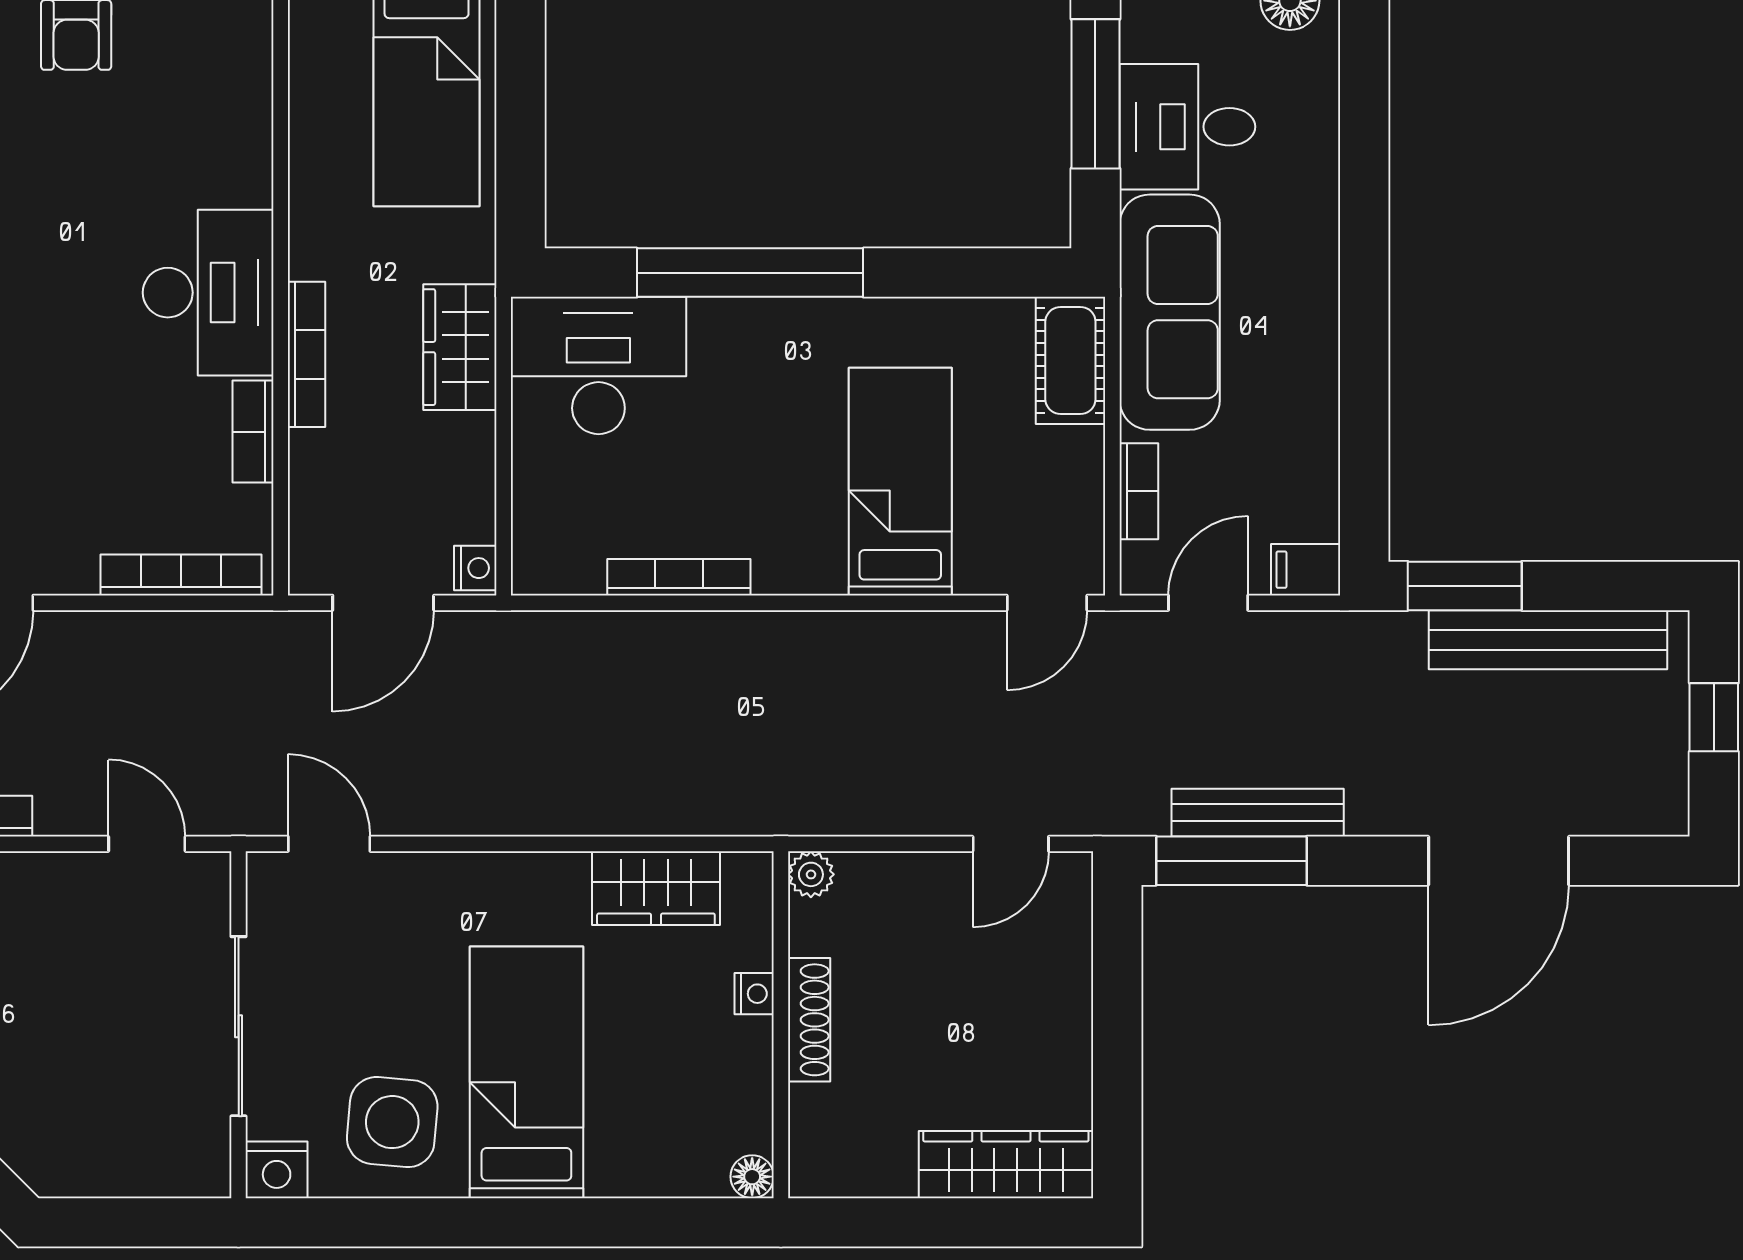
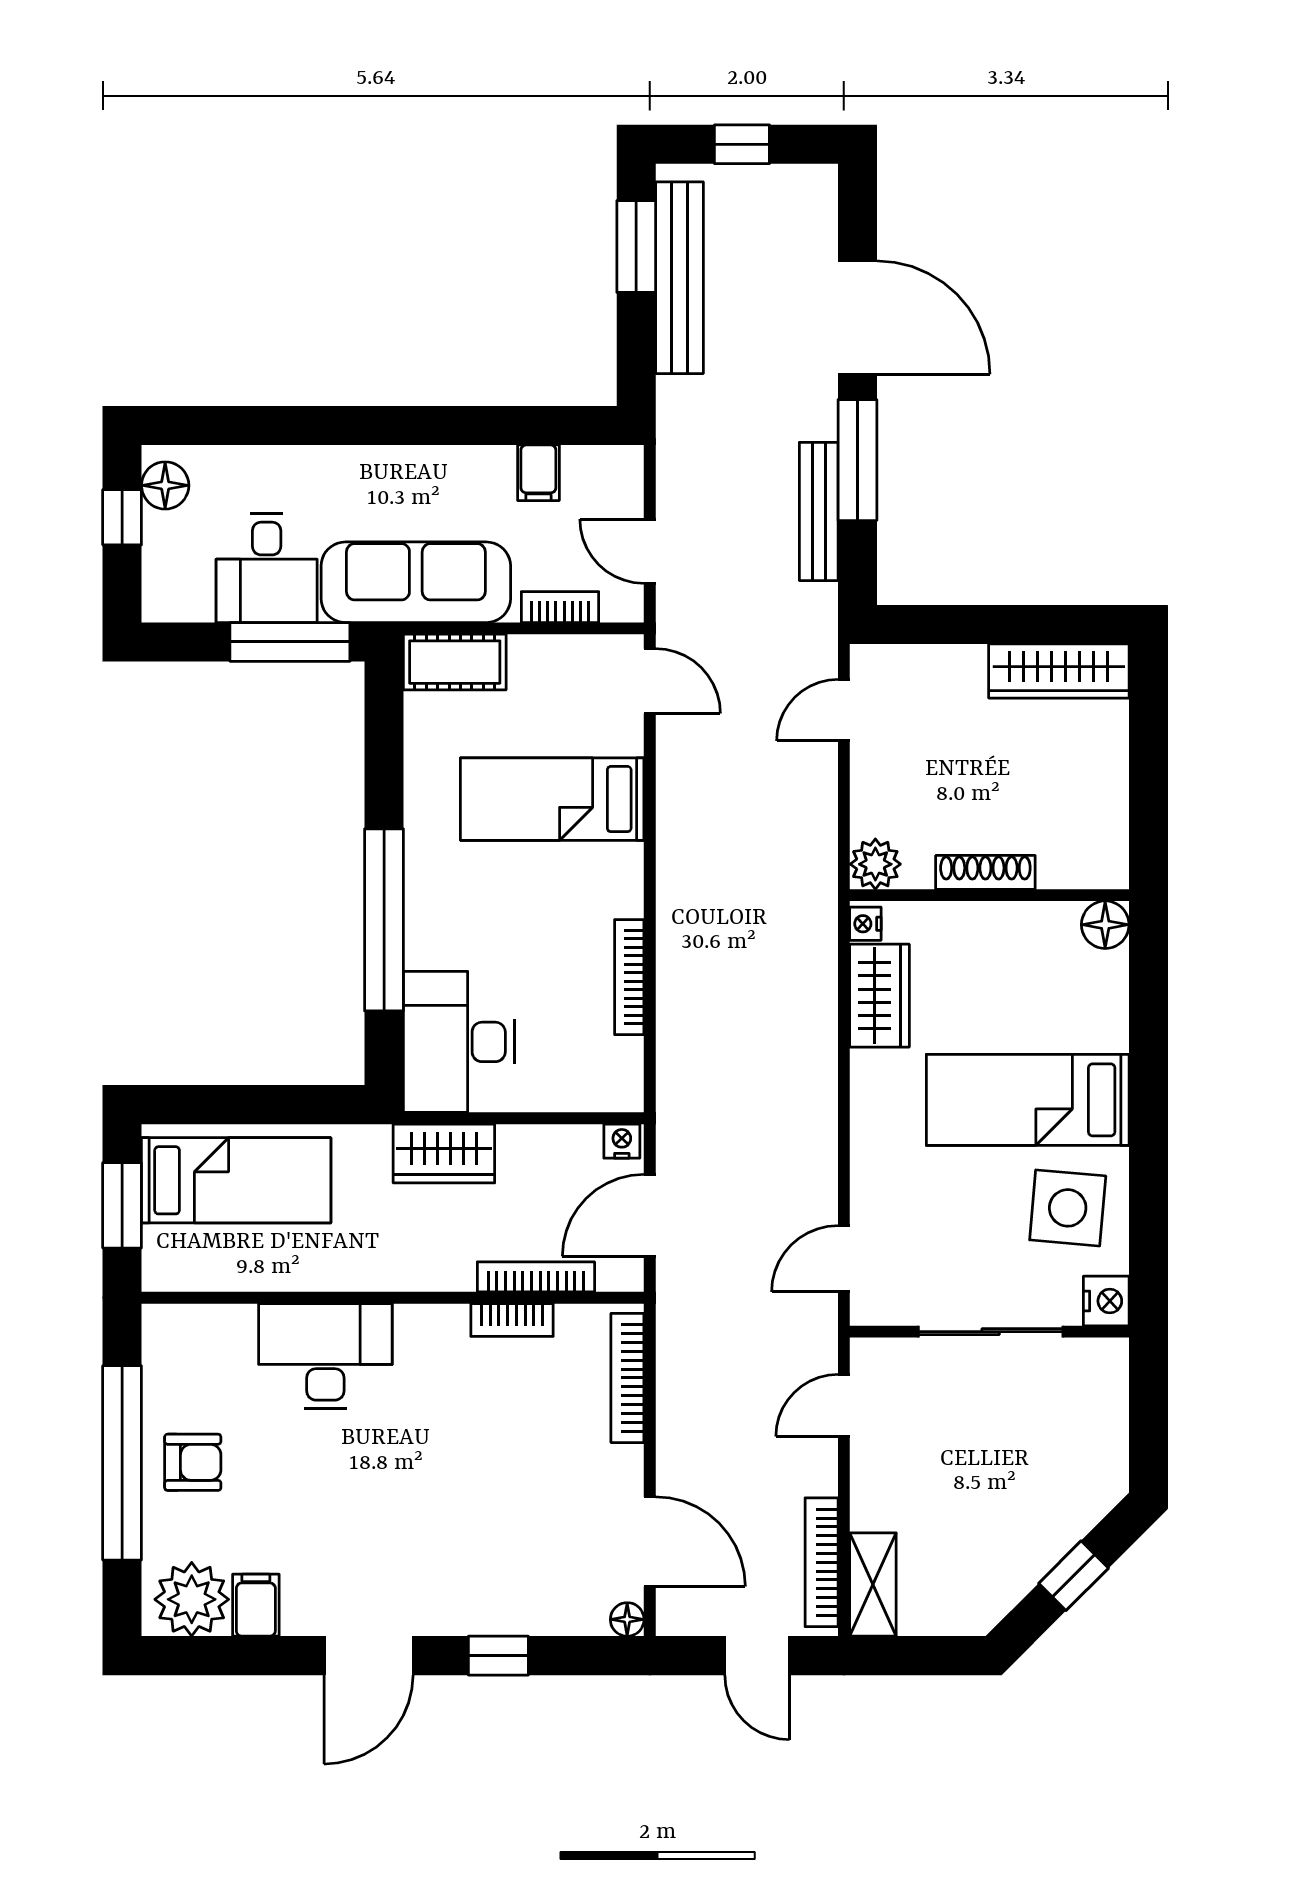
window: (1095, 94) -> (290, 642), moved
desk: (208, 293) -> (325, 1356), moved
bookcase: (307, 354) -> (536, 1277), moved
filing cabinet: (1306, 570) -> (538, 473), moved
window: (1465, 586) -> (636, 247), moved
door: (383, 603) -> (650, 1215), swing flipped
door: (1011, 844) -> (844, 710), swing flipped
window: (1231, 861) -> (857, 460), moved
plant: (811, 874) -> (875, 864), width x1.38, depth x1.38
nightstand: (754, 994) -> (865, 924), moved, turned -90
wardrobe: (1006, 1165) -> (1059, 671), moved, turned -90
floor lamp: (752, 1177) -> (1105, 925), width x1.37, depth x1.37

